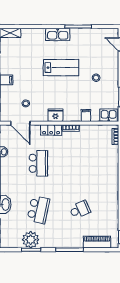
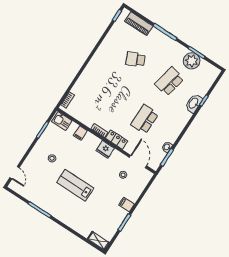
kitchen sink: (58, 34) -> (60, 214), removed

